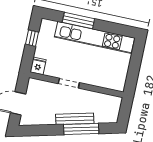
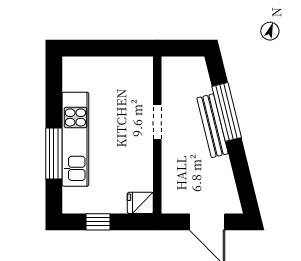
kitchen unit: (95, 37) -> (75, 139), width x0.73
doorway: (69, 83) -> (157, 122), moved

